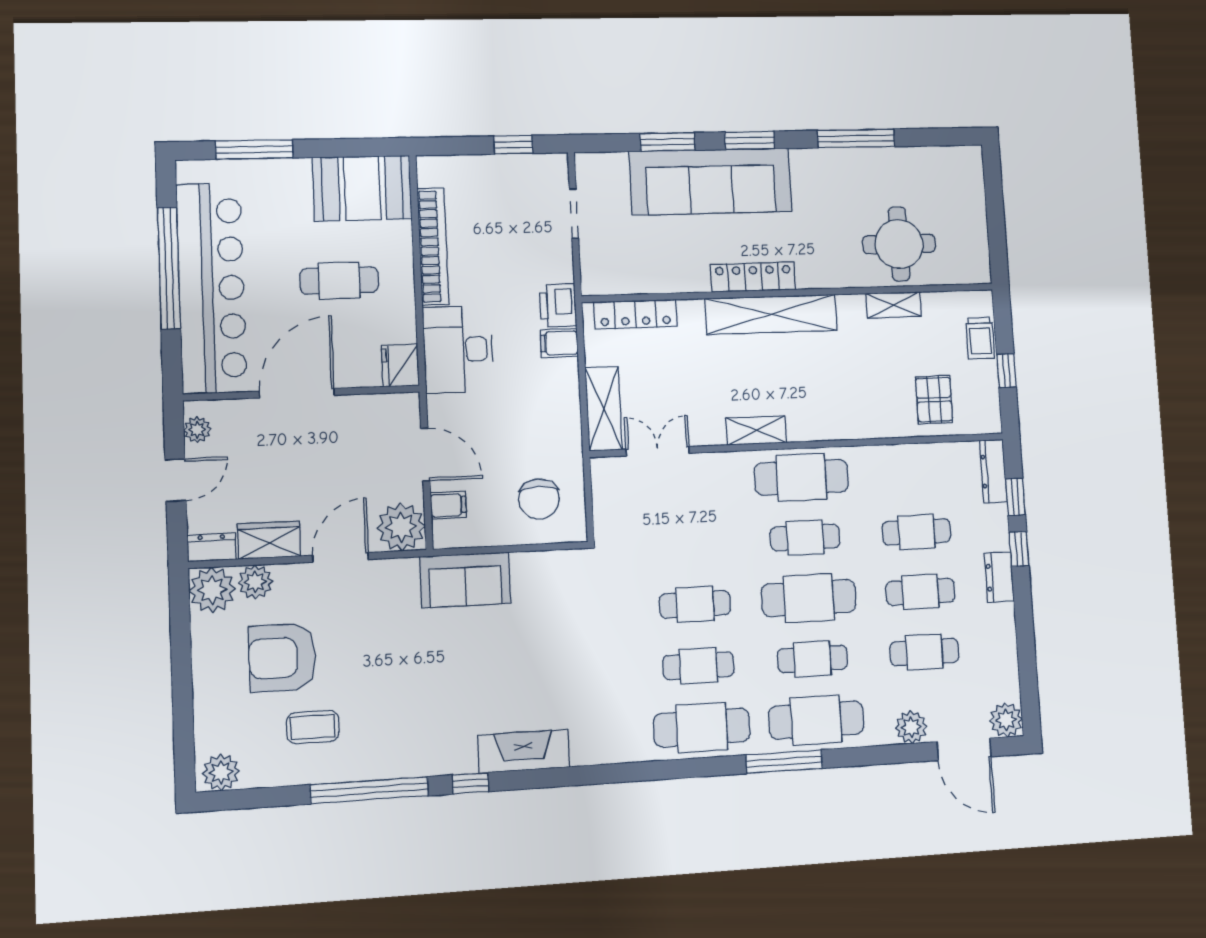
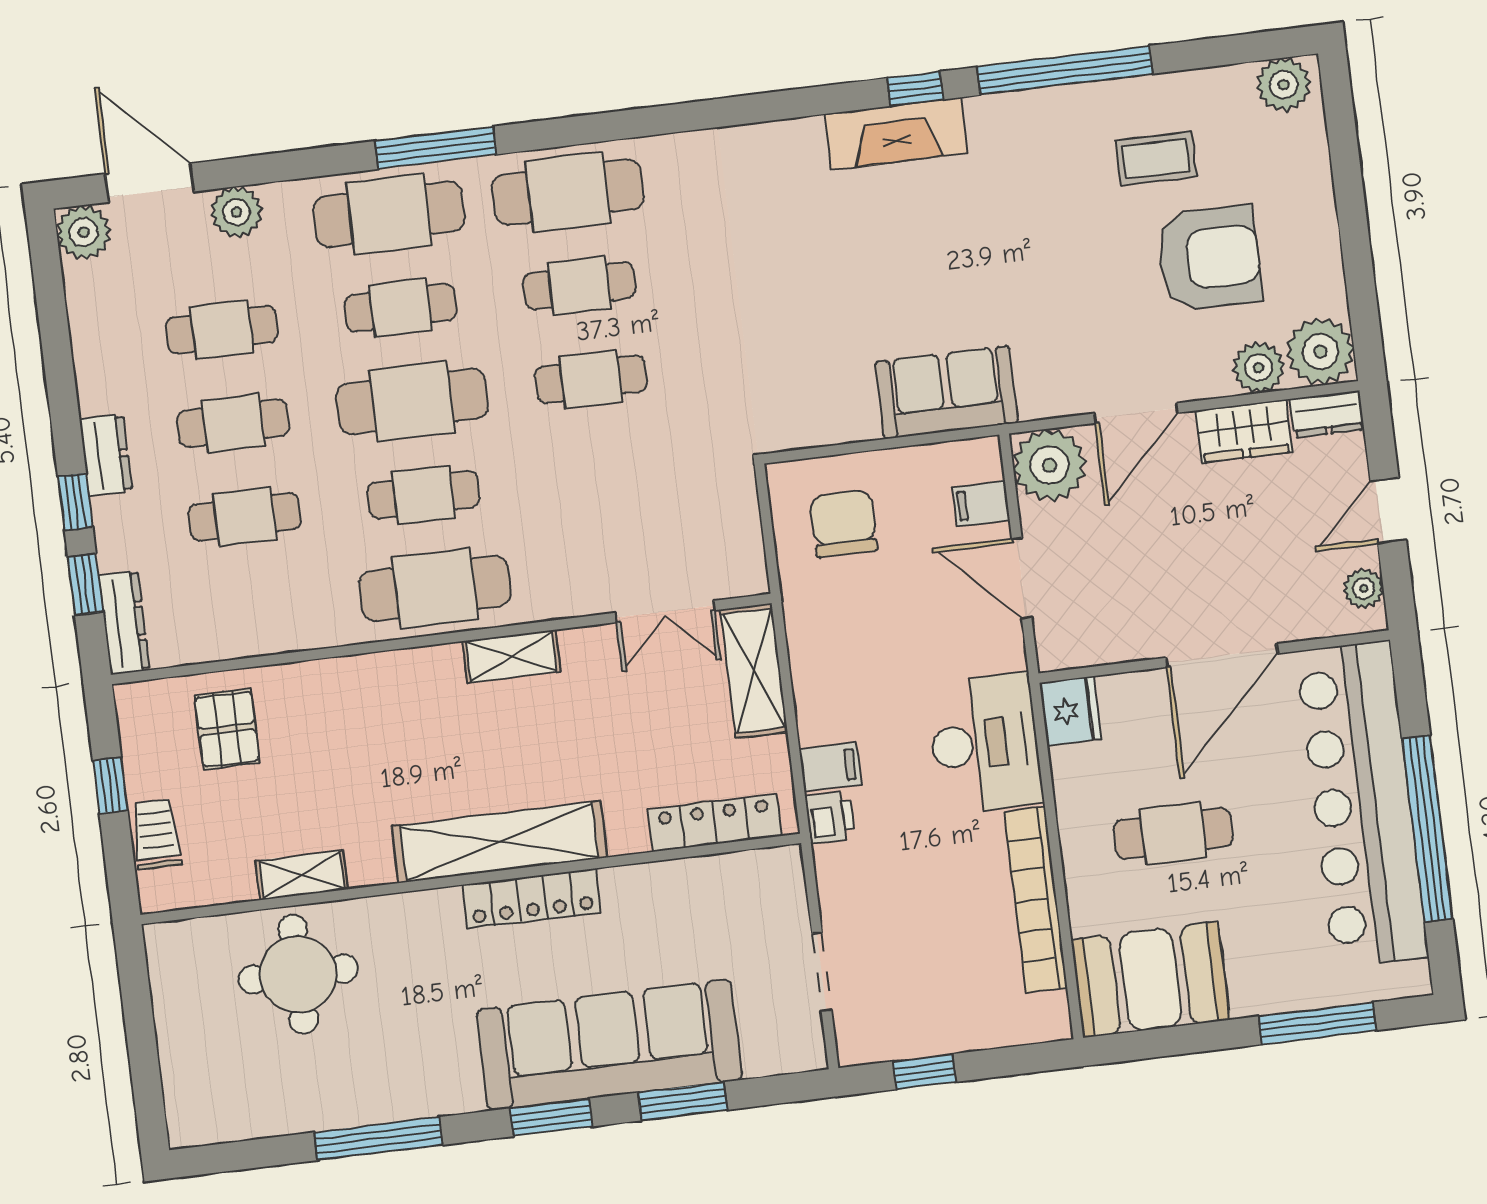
printer: (558, 306) -> (830, 817), width x0.73, depth x0.81
fireplace: (524, 751) -> (896, 134), moved

